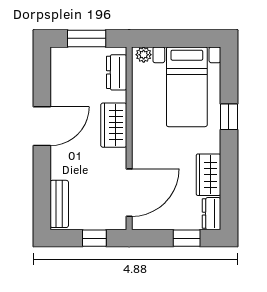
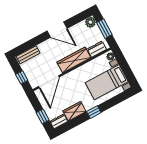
plant: (61, 58) -> (90, 22), added
window: (229, 117) -> (94, 112), moved
wardrobe: (114, 125) -> (74, 60), width x1.50
door: (129, 193) -> (49, 82), hinge flipped

